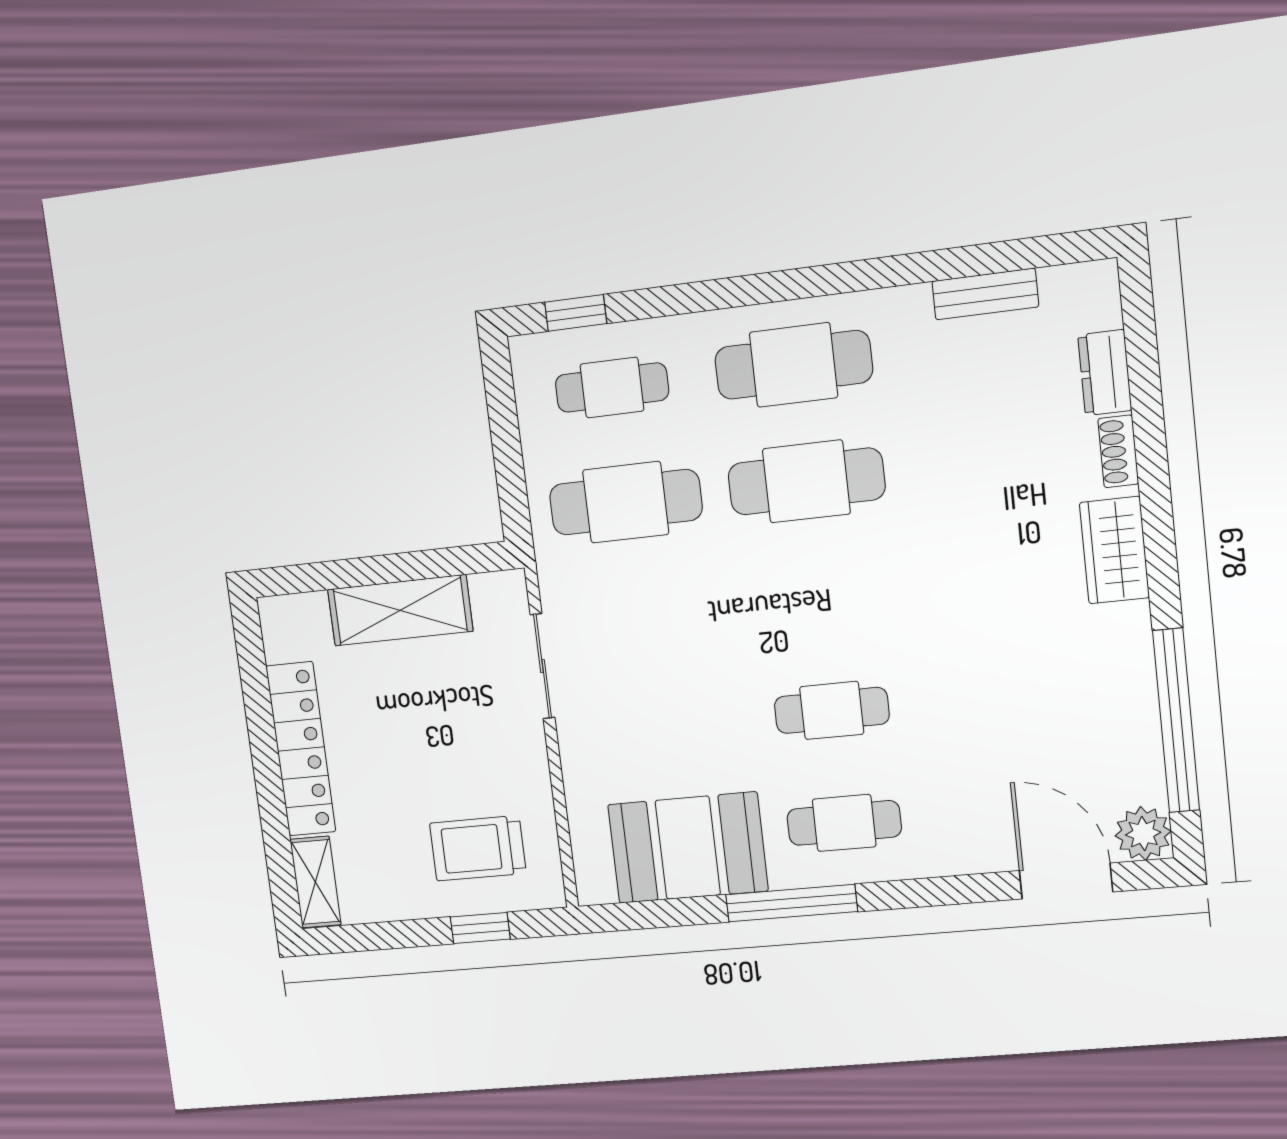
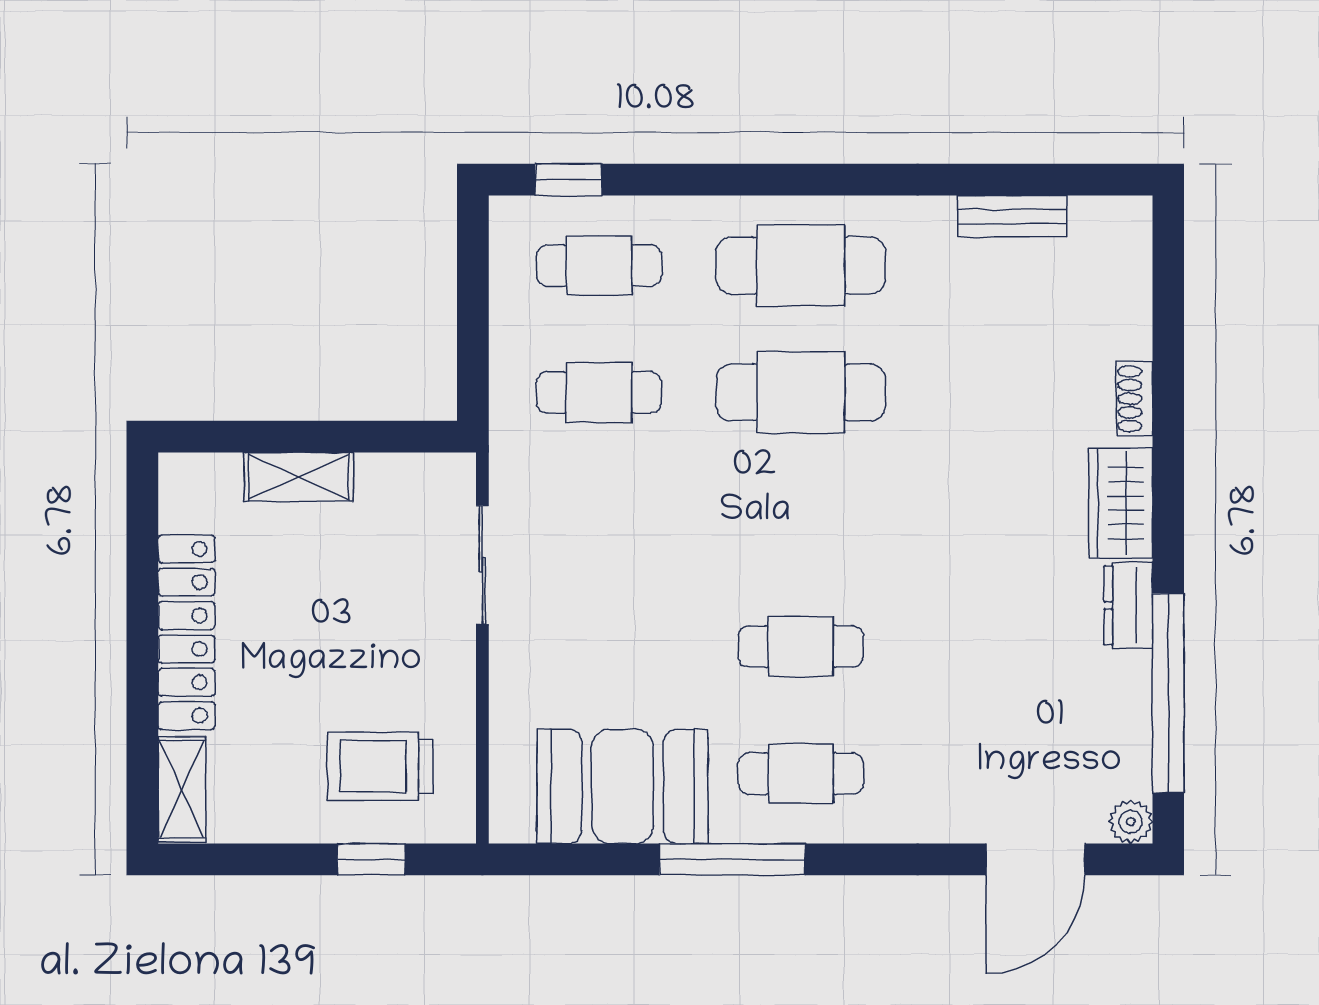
dresser: (1105, 373) -> (1128, 605), moved
cafe table: (626, 502) -> (599, 393), width x0.73, depth x0.74
shelving: (400, 610) -> (299, 477), width x0.67, depth x0.75
plant: (1143, 834) -> (1131, 822), width x0.73, depth x0.73
door: (1066, 881) -> (1036, 859), swing flipped

